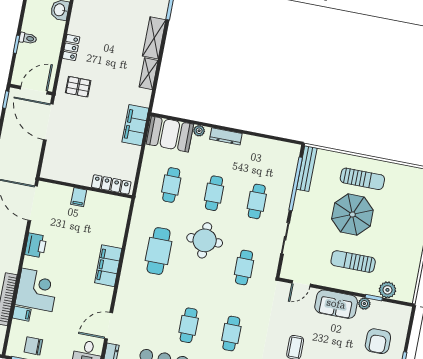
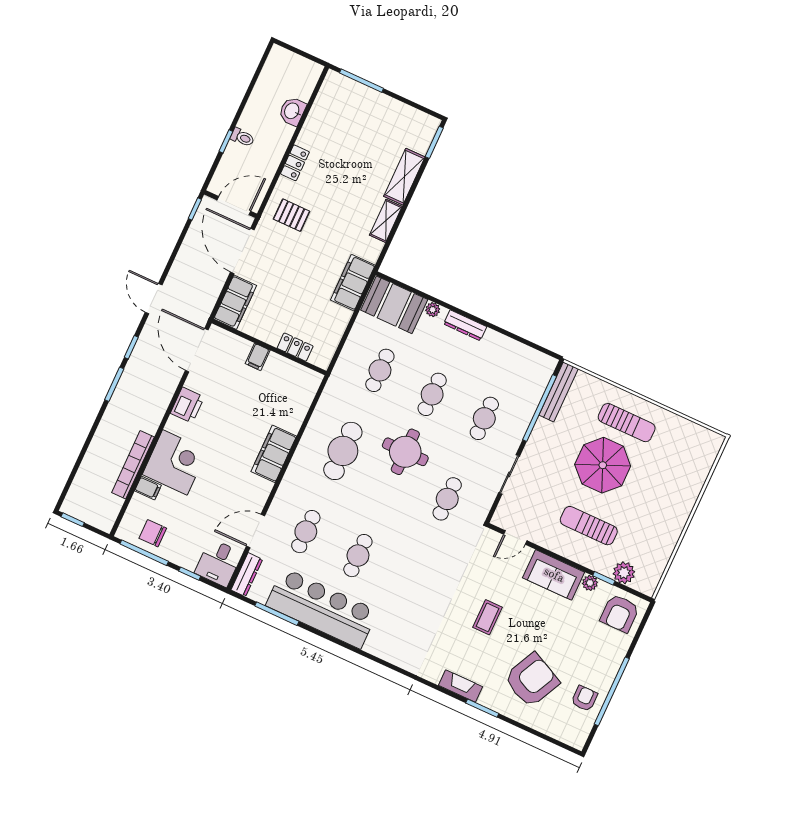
filing cabinet: (52, 161) -> (235, 302), added
locker: (111, 184) -> (295, 347), width x0.66
cafe table: (231, 334) -> (306, 532), moved
armchair: (378, 341) -> (620, 613), moved

